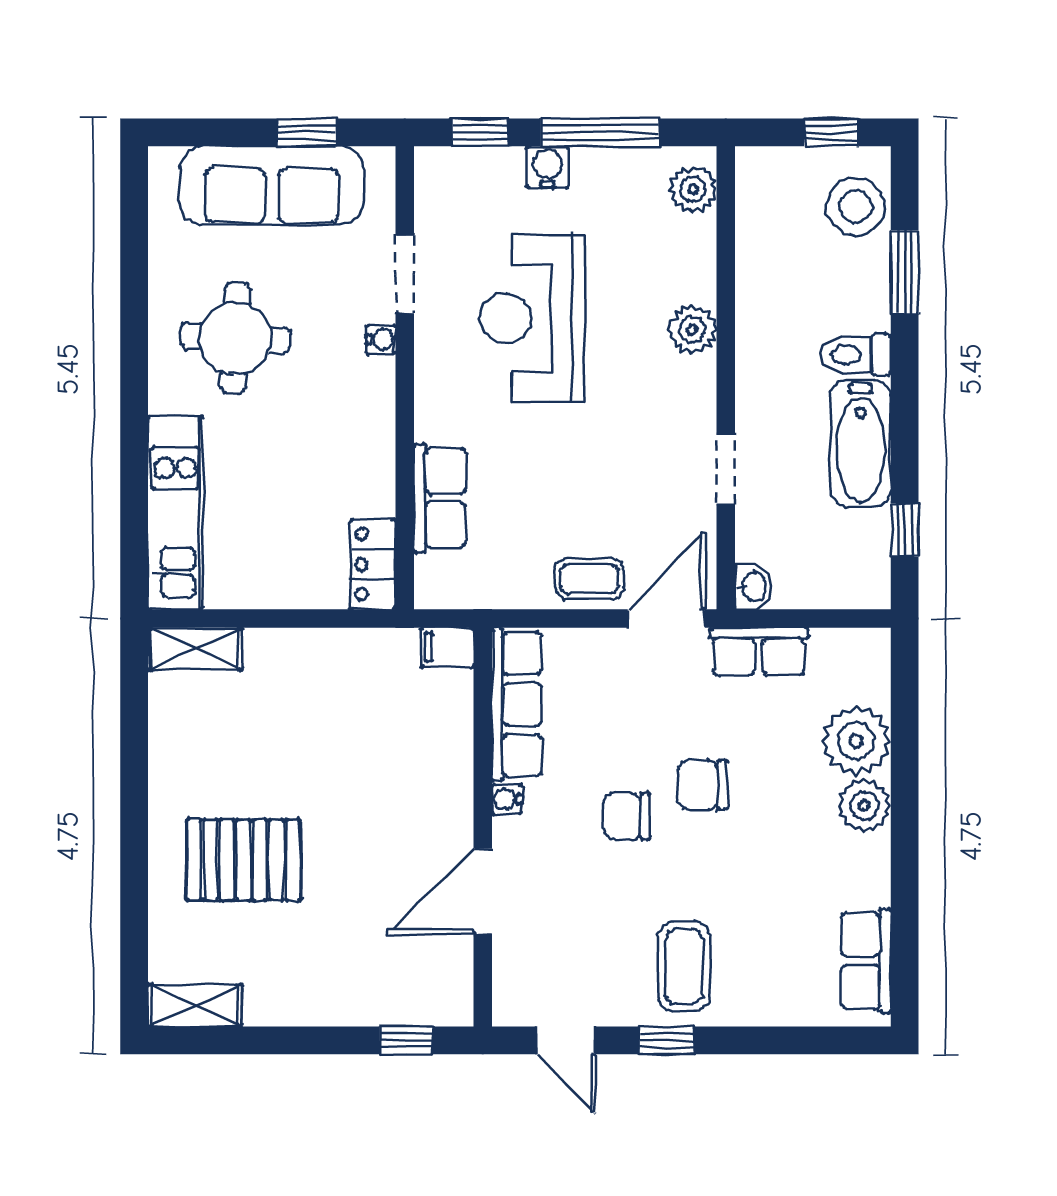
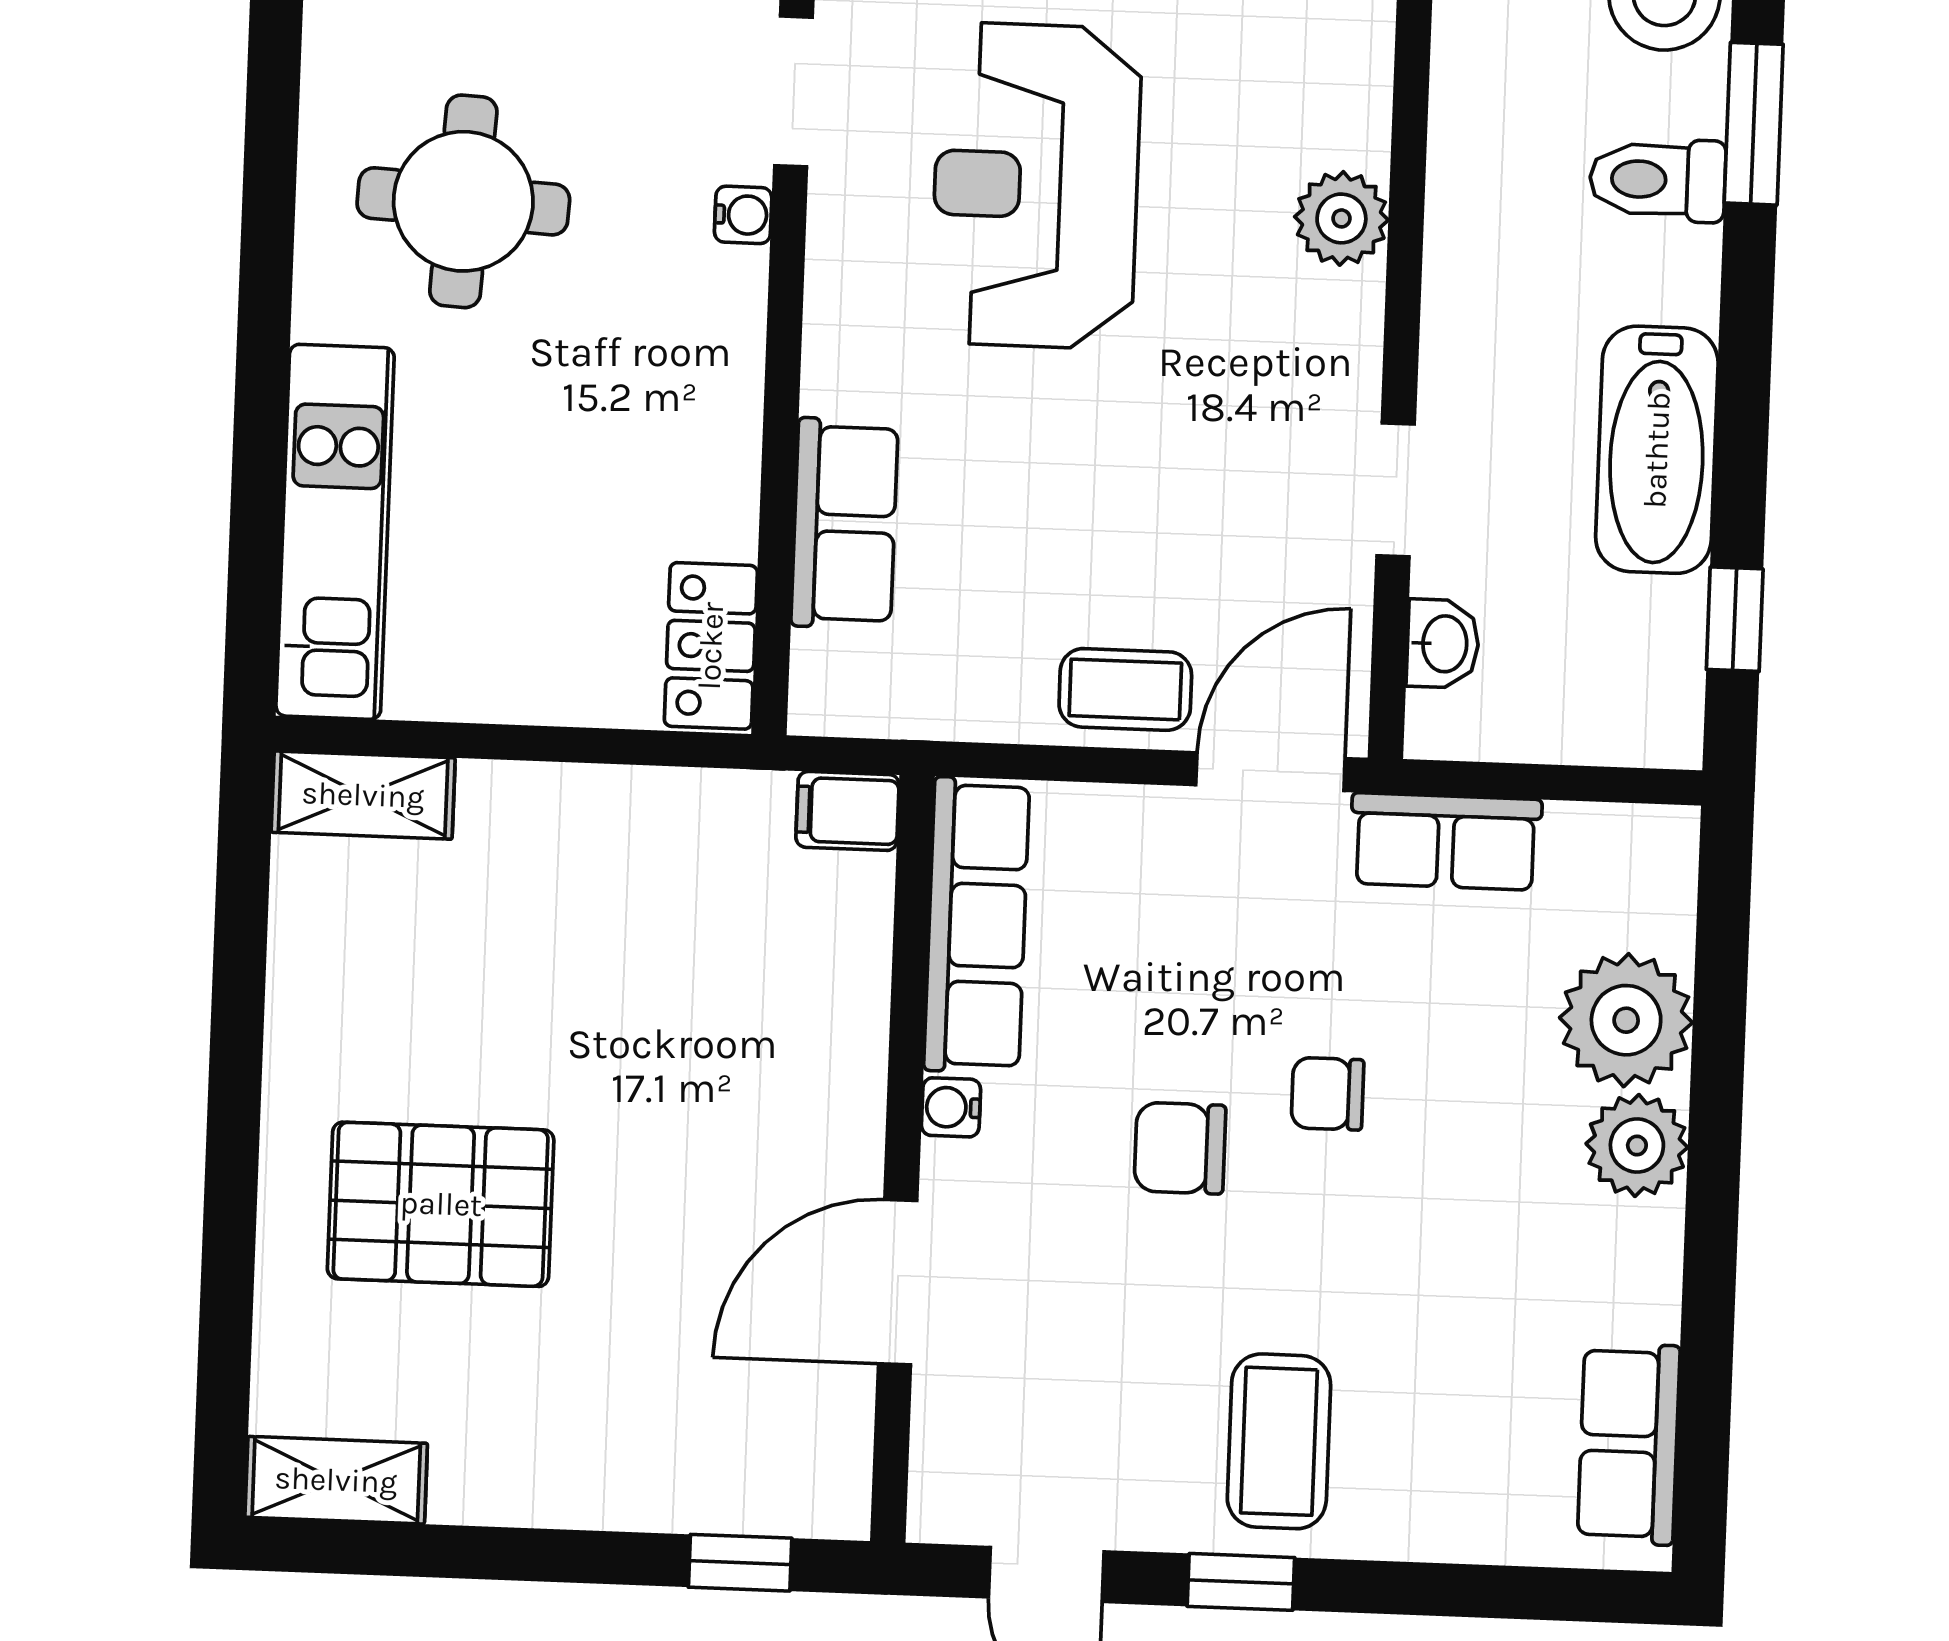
toilet: (856, 355) -> (1658, 180), moved
washbasin: (753, 587) -> (1443, 644), moved
chair: (702, 785) -> (1327, 1094), width x0.73, depth x0.73

